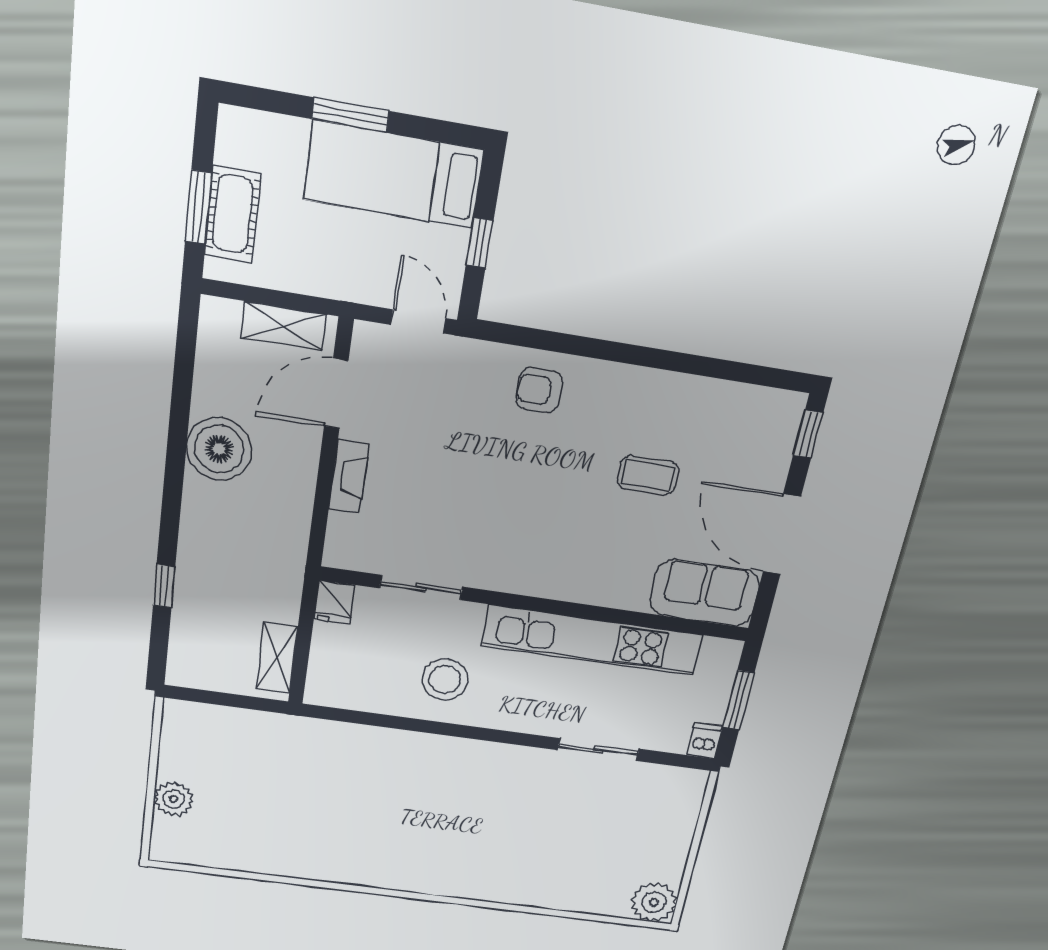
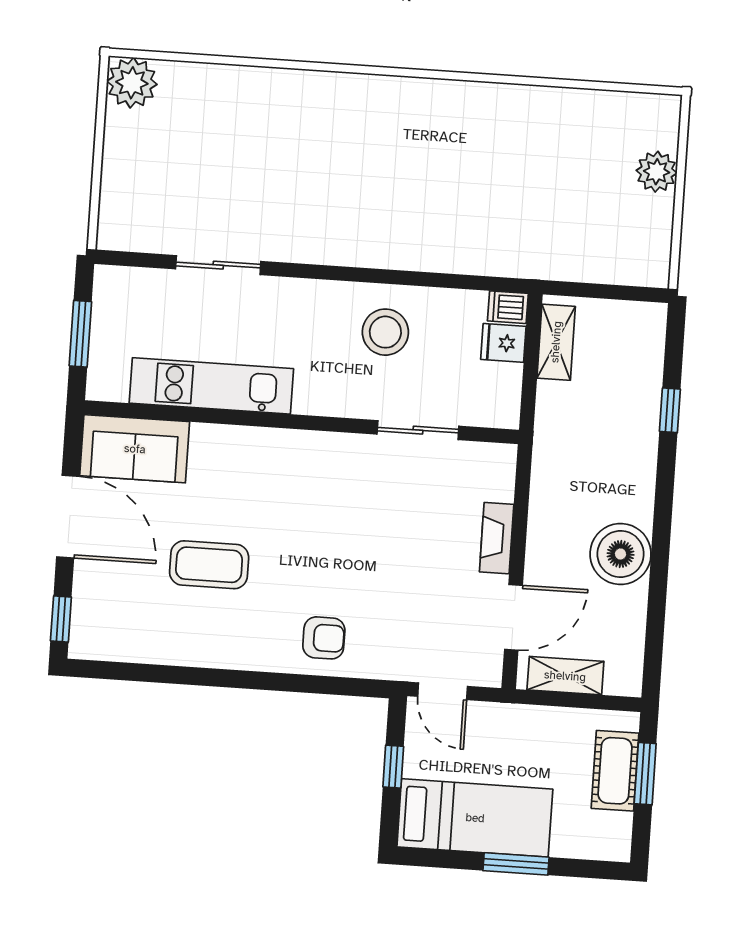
coffee table: (648, 475) -> (209, 565), width x1.36, depth x1.30
fridge: (334, 602) -> (503, 343), moved, turned -90
kitchen unit: (592, 640) -> (211, 386), width x0.73
dishwasher: (705, 741) -> (508, 307), moved, turned 90

